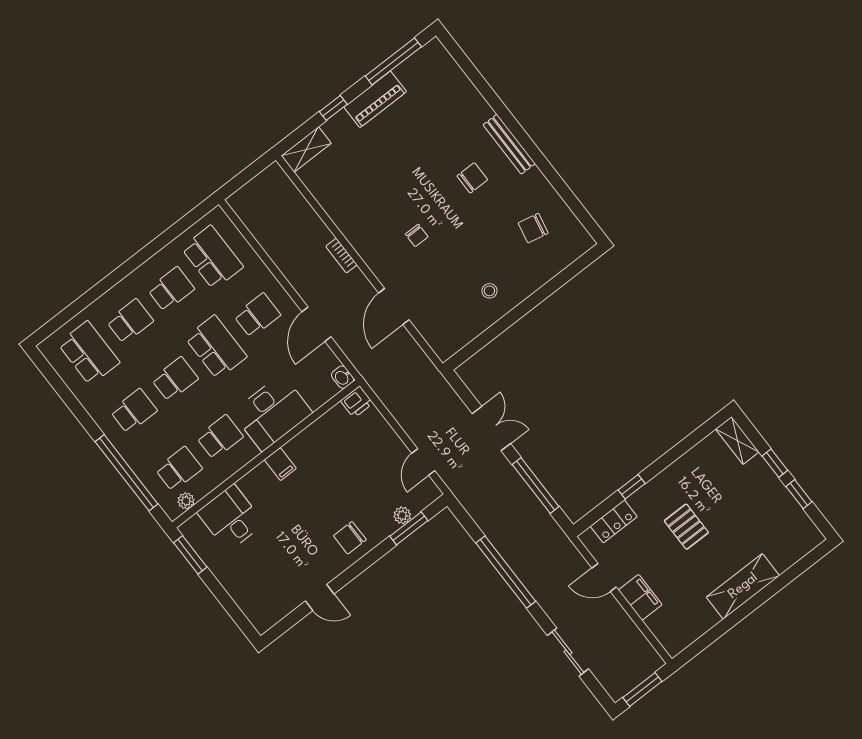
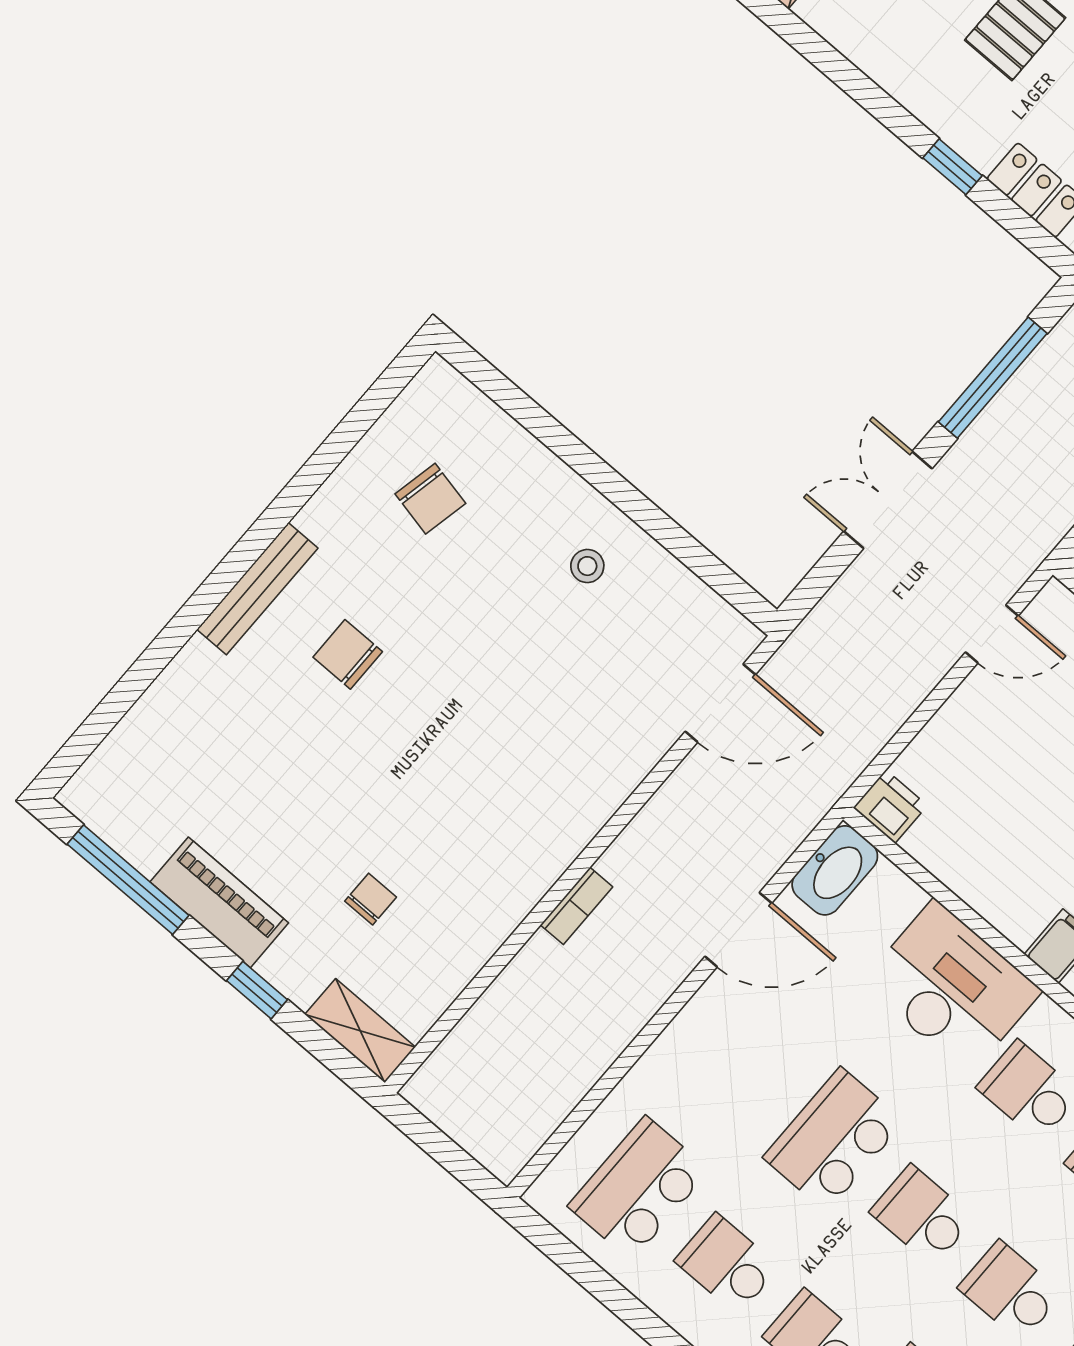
chair: (417, 235) -> (371, 899), moved
door: (394, 306) -> (720, 703), moved
school desk: (257, 315) -> (745, 1064), removed
washbasin: (343, 377) -> (835, 870), width x1.91, depth x1.45

